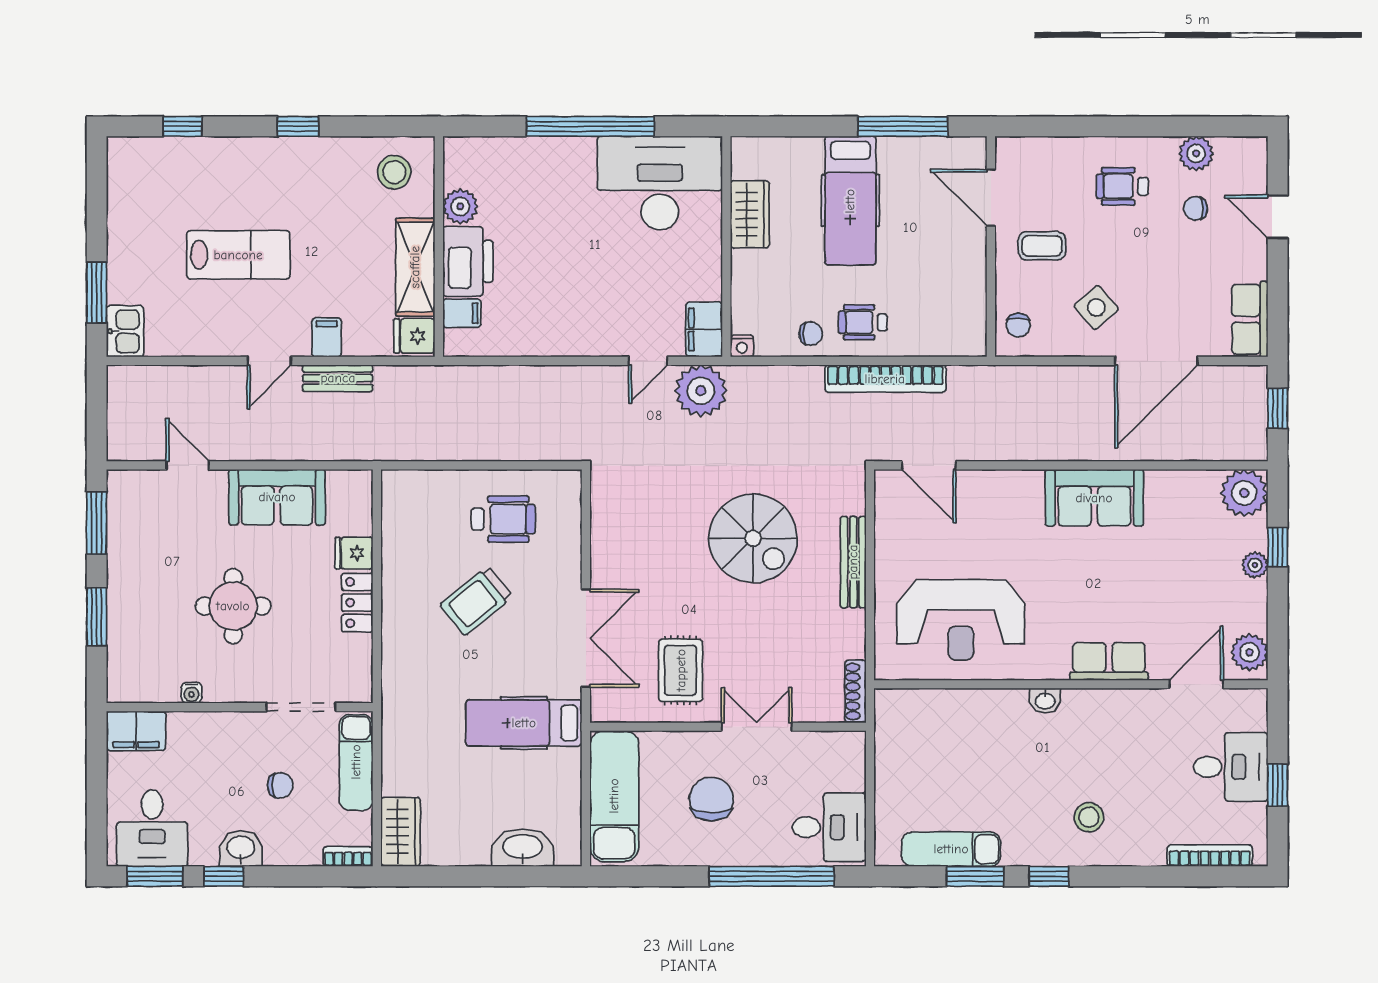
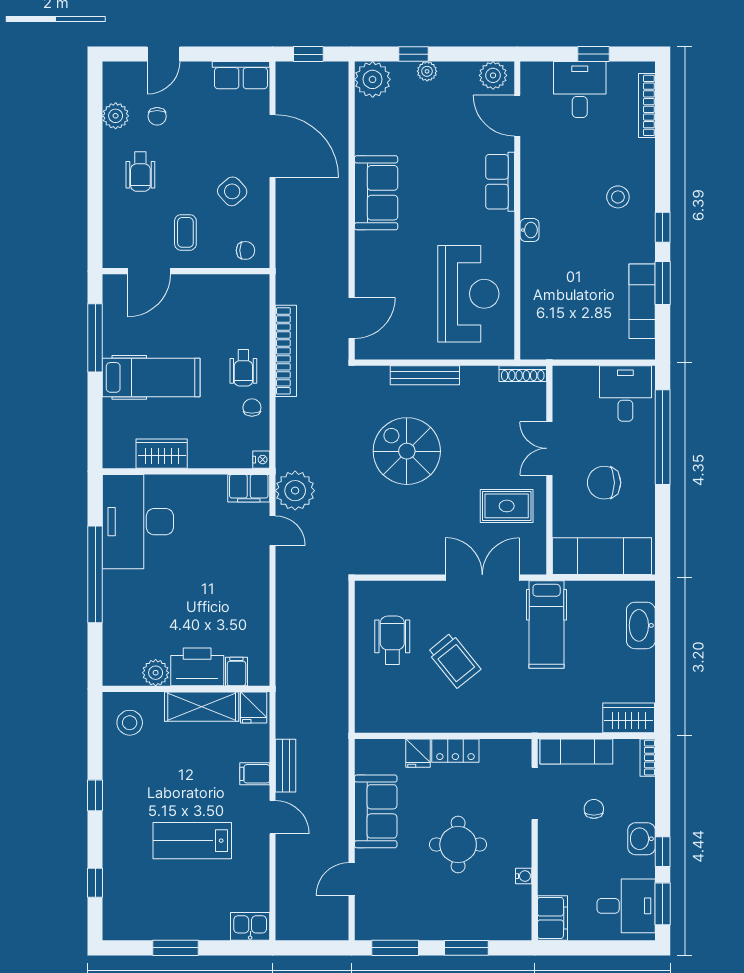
lab bench: (238, 255) -> (192, 841), turned -90
window: (97, 292) -> (176, 948), moved
spiral stairs: (753, 538) -> (407, 451), turned -90

